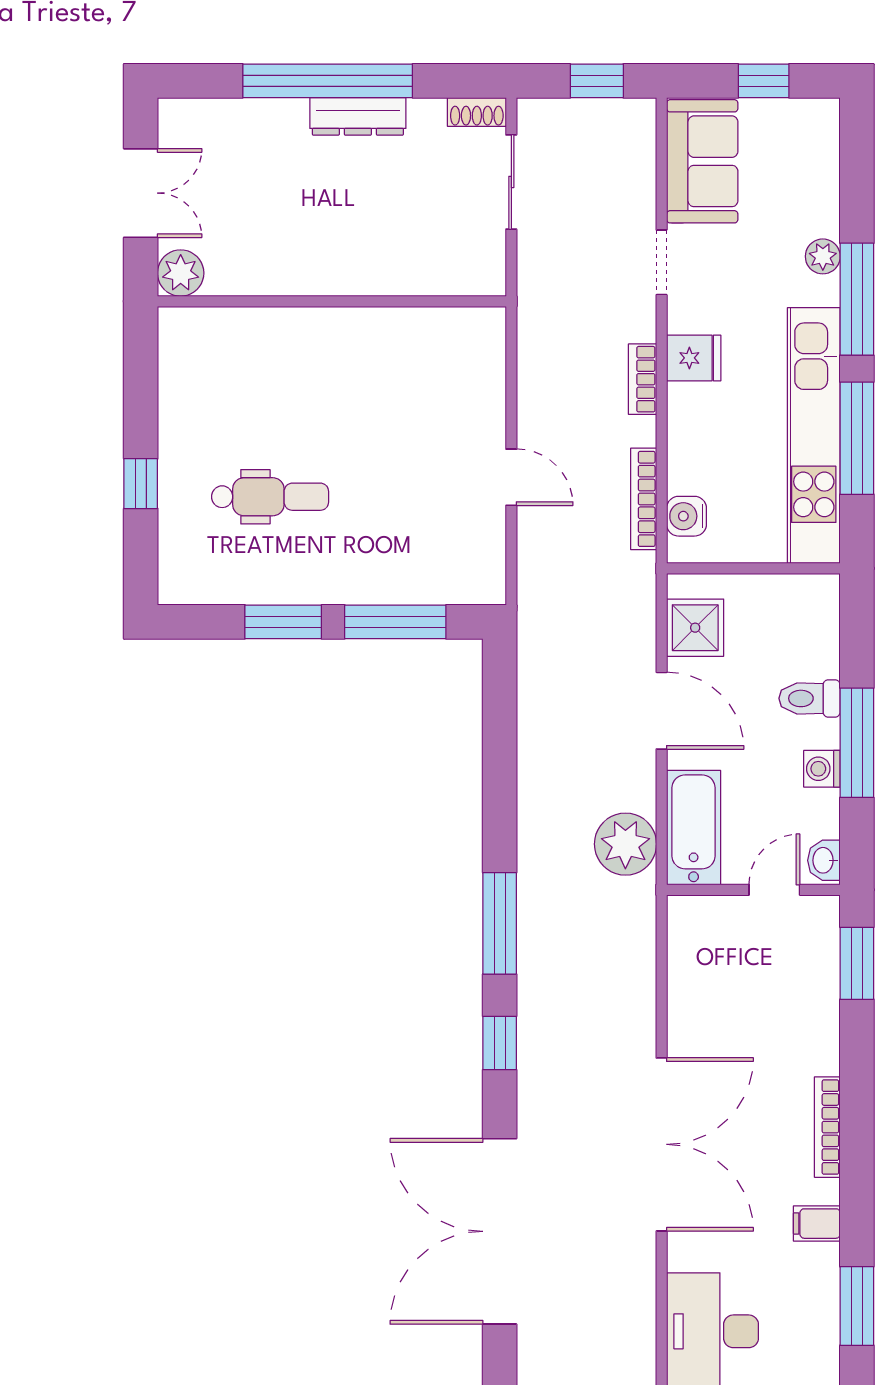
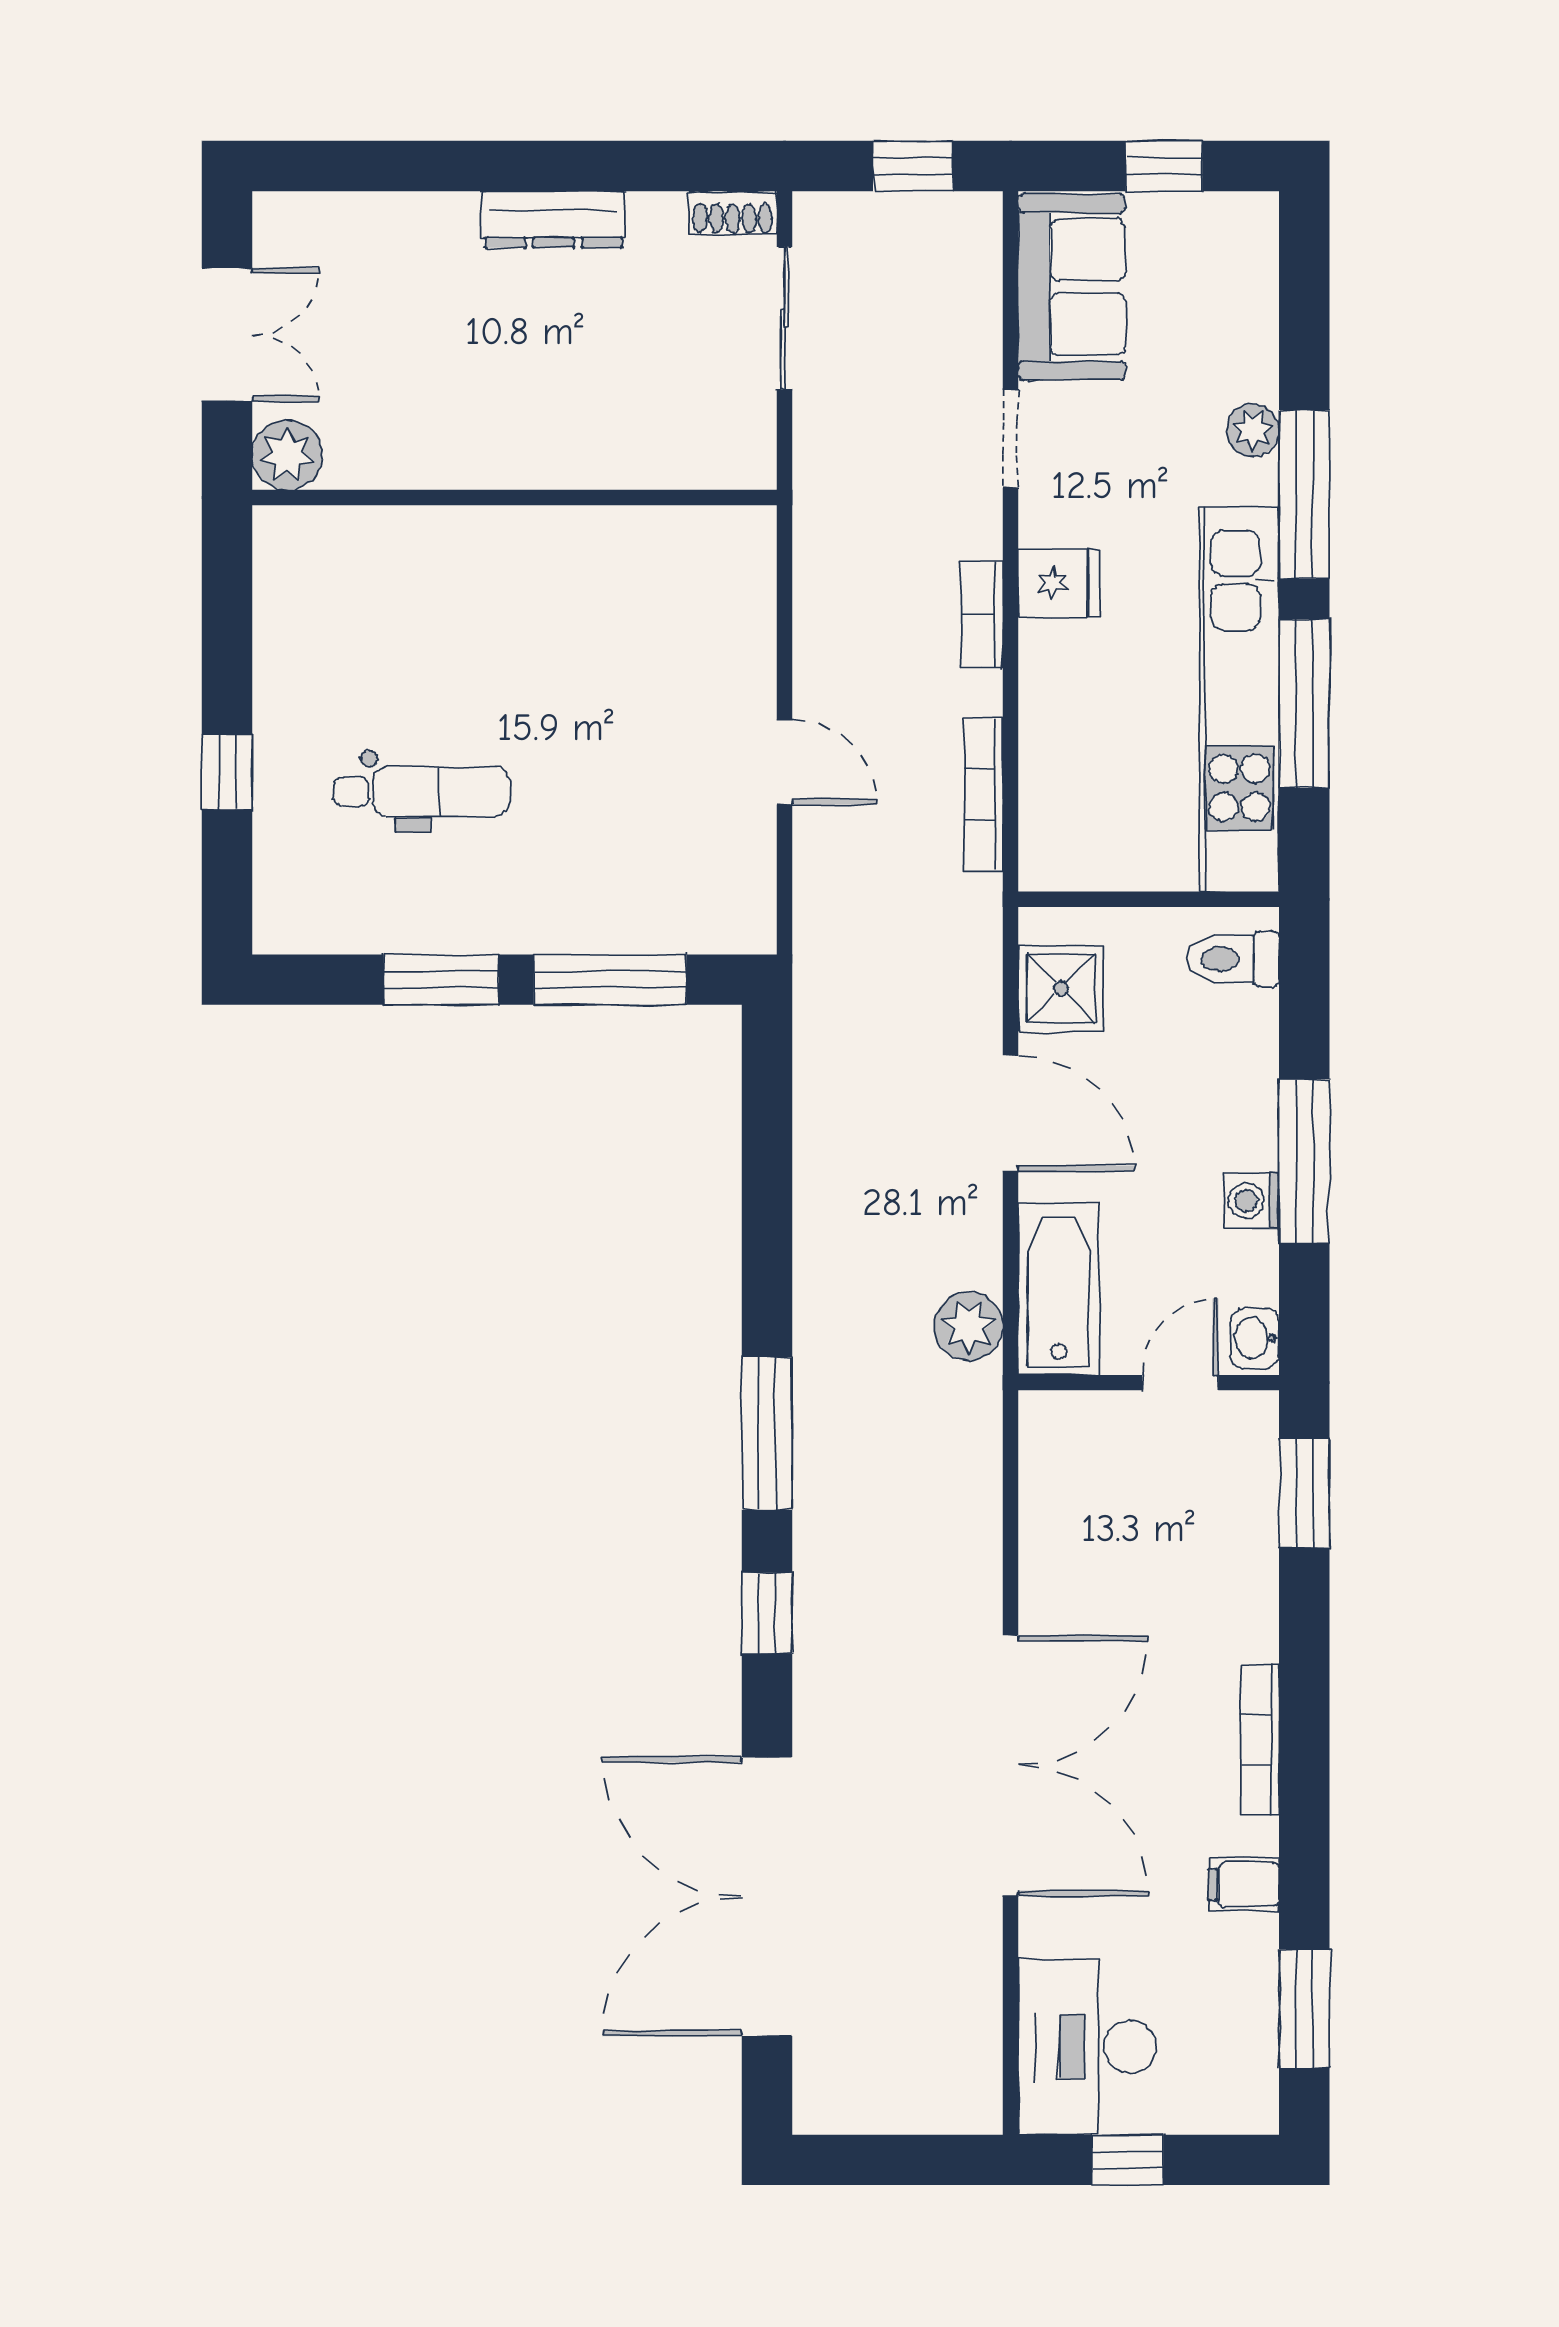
window: (328, 81) -> (508, 166), removed
water cooler: (686, 516) -> (1048, 821), removed
toilet: (810, 698) -> (1233, 959), moved
plant: (625, 844) -> (969, 1326), width x0.73, depth x0.73

